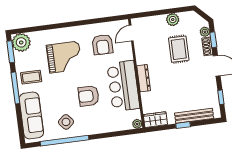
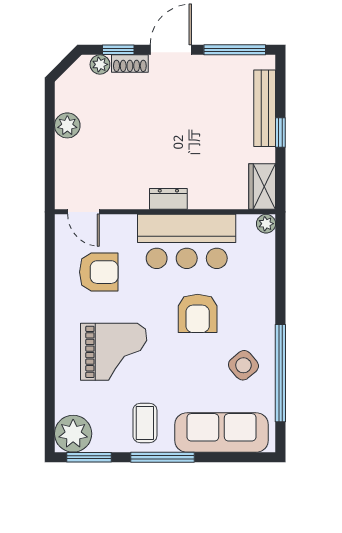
rug: (179, 49) -> (128, 121), removed
grand piano: (64, 57) -> (114, 352), turned 90
dresser: (144, 78) -> (168, 199), width x0.70
window: (221, 97) -> (235, 50), width x2.17

